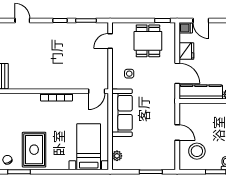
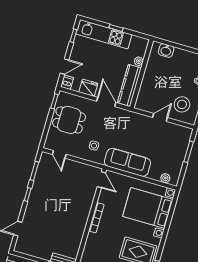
door: (177, 73) -> (106, 102), hinge flipped
bed with nightstands: (89, 147) -> (148, 208), width x1.36

